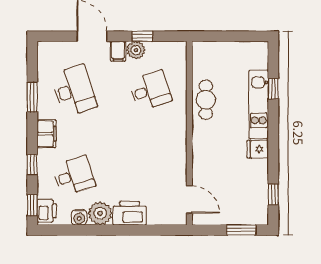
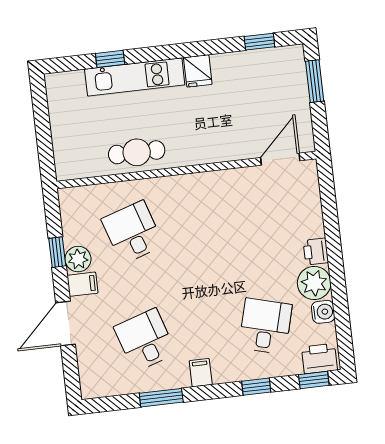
desk: (74, 90) -> (145, 340), width x0.73
filing cabinet: (47, 134) -> (201, 373), width x0.50
desk: (74, 176) -> (265, 326), turned 33
printer: (130, 213) -> (316, 252), width x0.53, depth x0.68

